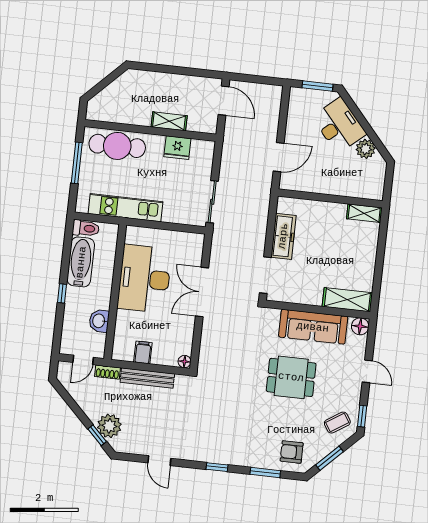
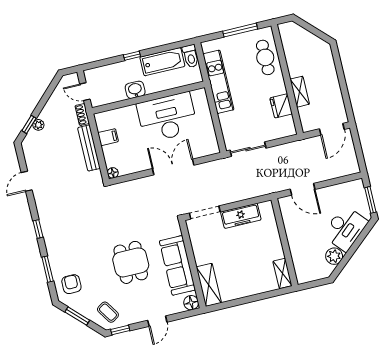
cafe table: (117, 146) -> (265, 57), width x0.73, depth x0.74
washbasin: (99, 321) -> (135, 90), moved
plant: (109, 426) -> (38, 125), width x0.53, depth x0.53

